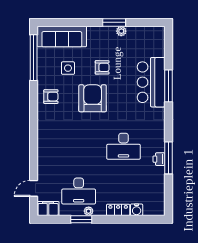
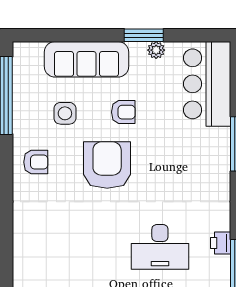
sofa: (62, 37) -> (86, 59), moved
bar counter: (151, 82) -> (207, 84), moved
printer: (159, 159) -> (221, 243), moved

